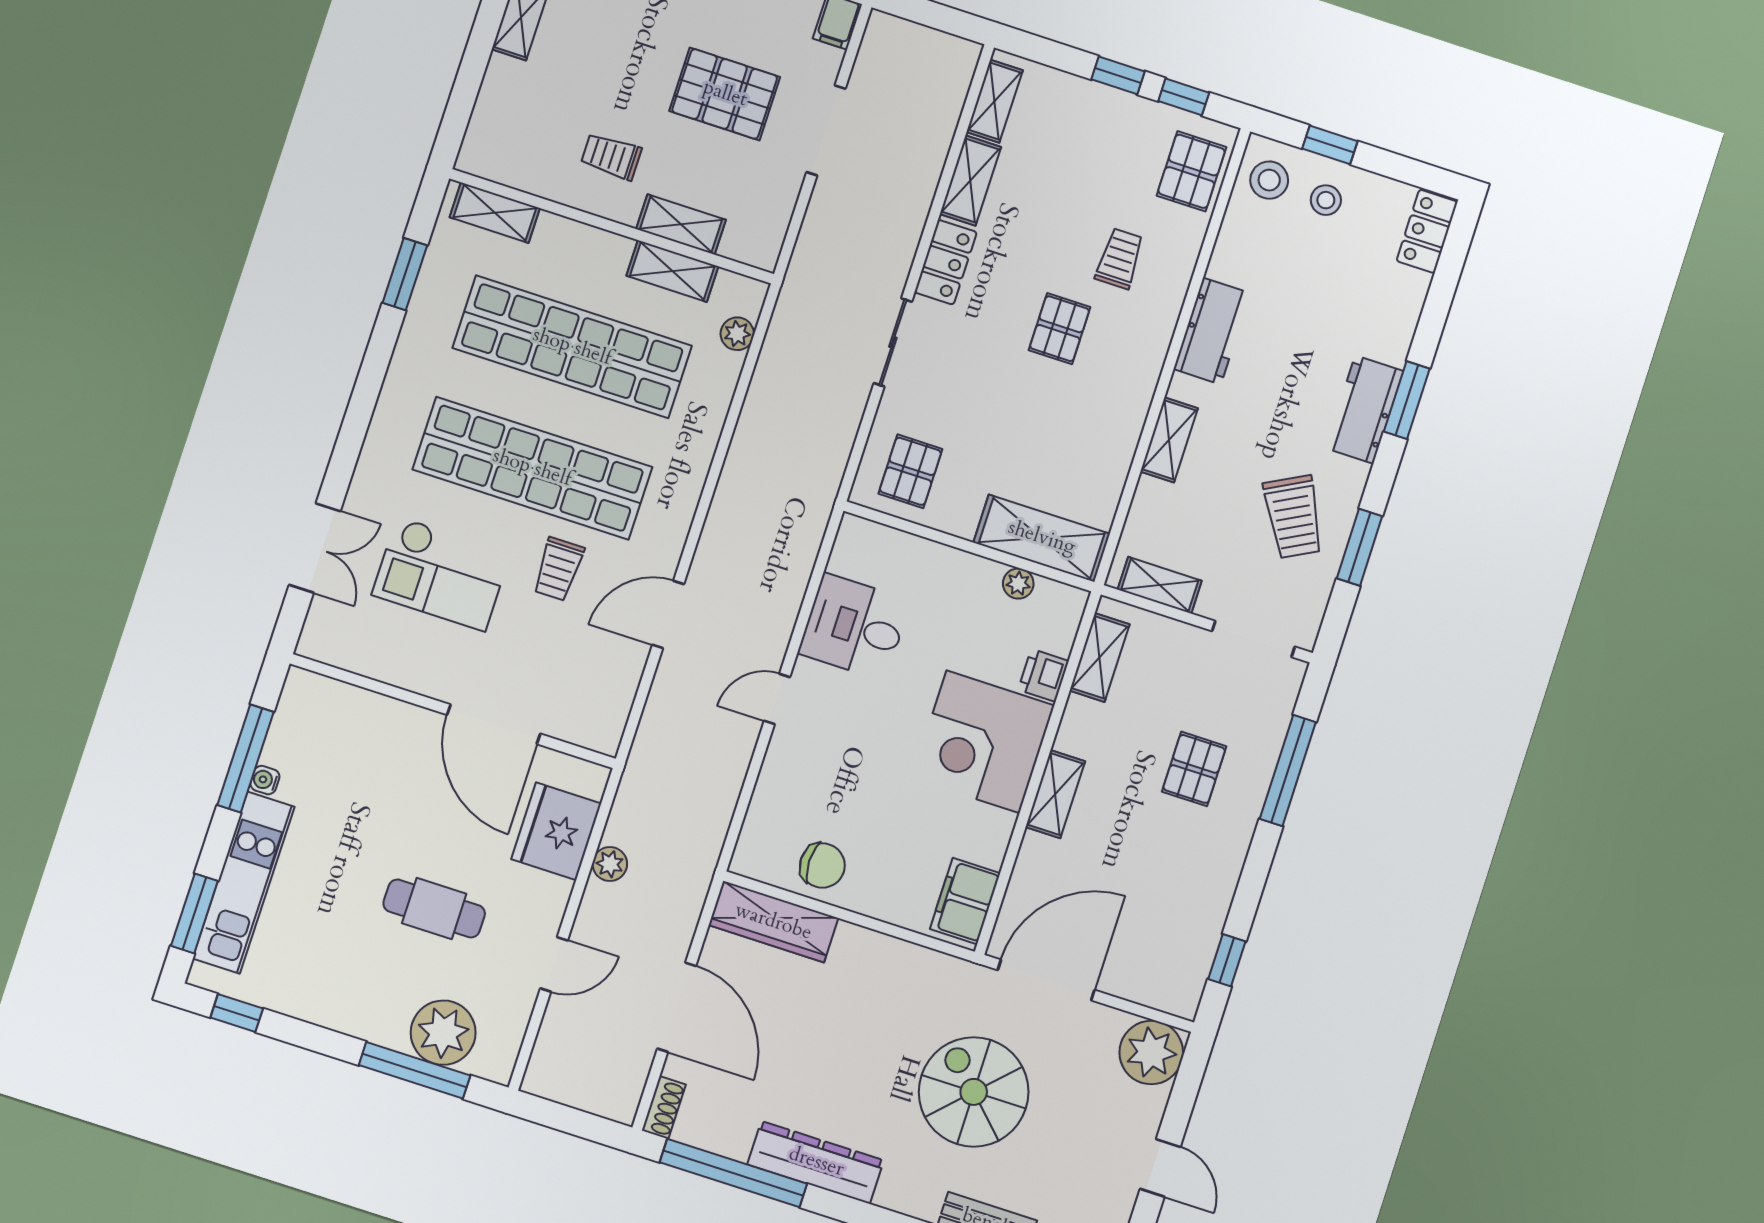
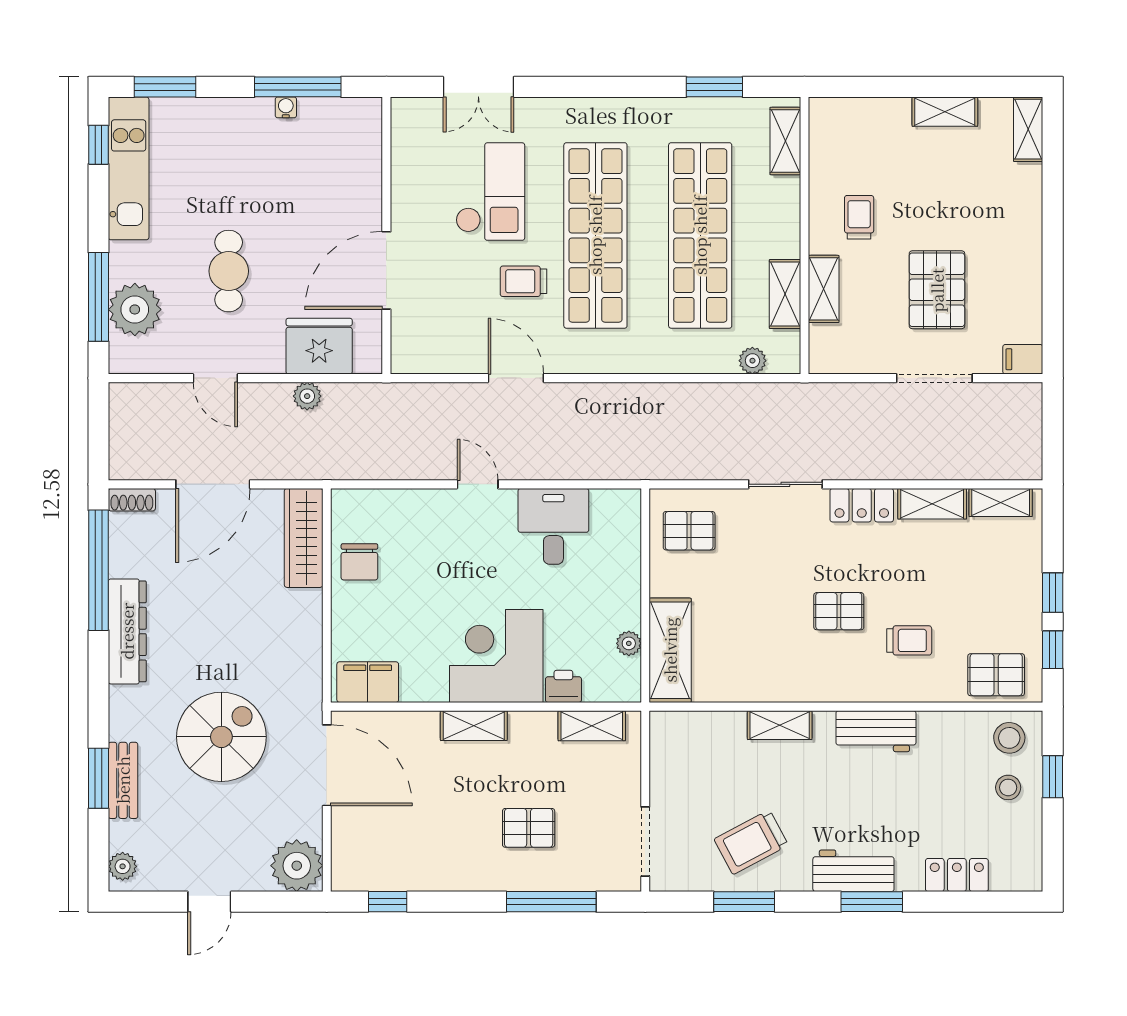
locker: (1427, 231) -> (957, 875), moved
checkout: (441, 574) -> (490, 192), turned 180
shelving: (1160, 585) -> (664, 754), removed
kitchen unit: (244, 883) -> (129, 168), moved, turned -90

